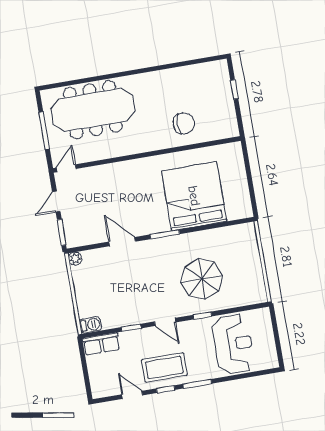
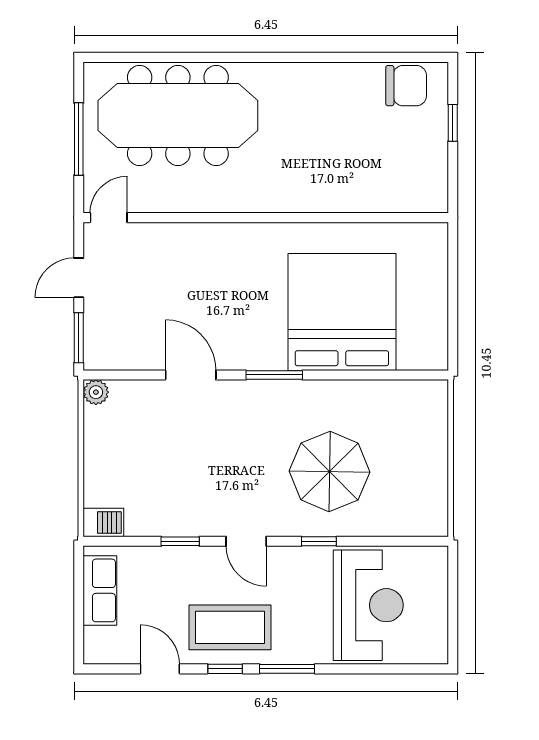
chair: (184, 123) -> (406, 86), moved
row of seats: (101, 344) -> (100, 590), moved, turned -90

